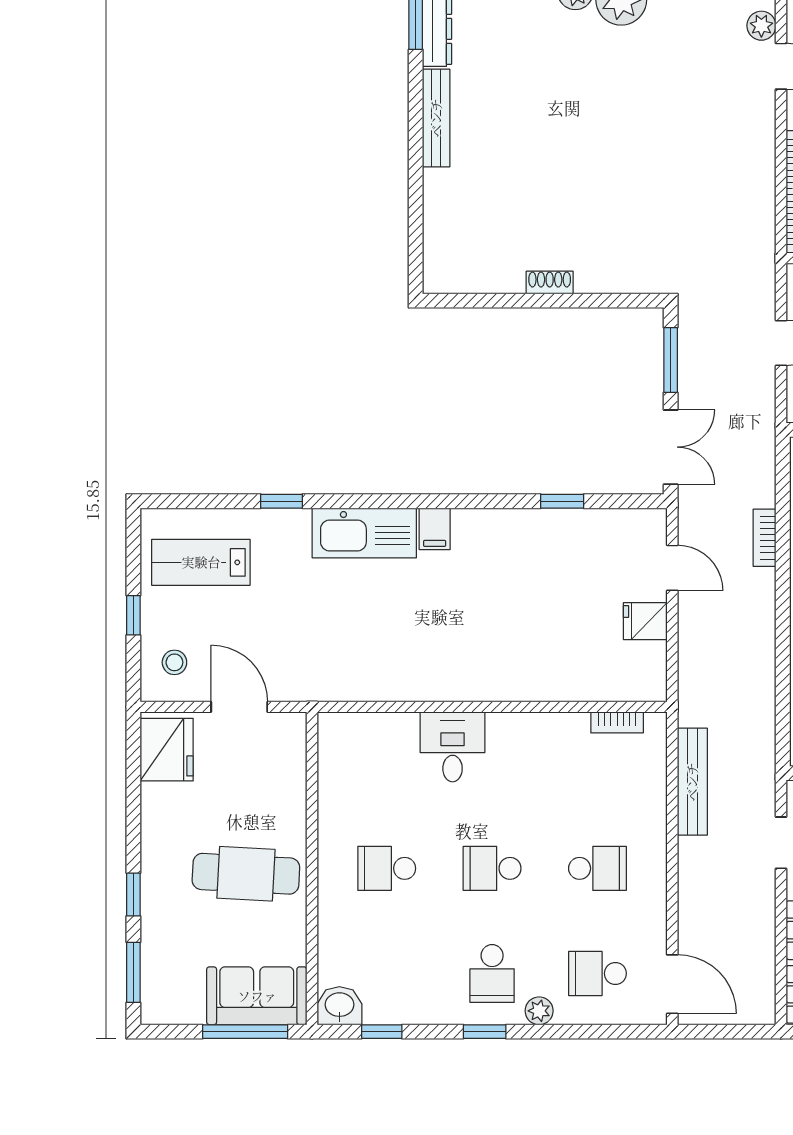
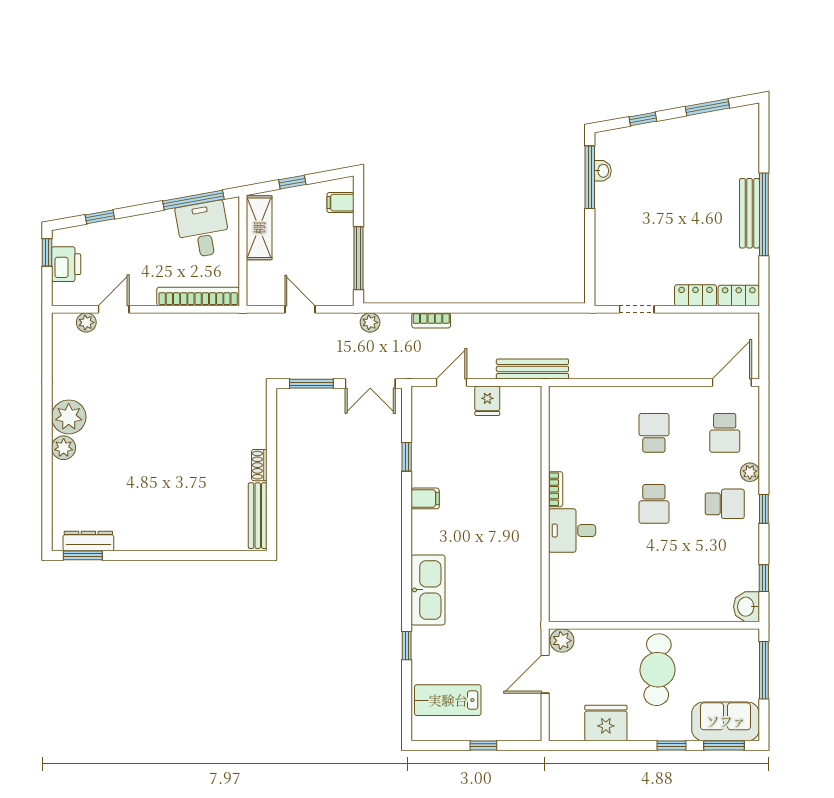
bench: (436, 118) -> (258, 516), moved, turned 90
double door: (671, 447) -> (370, 384), swing flipped
plant: (761, 447) -> (370, 322), added
filing cabinet: (435, 529) -> (425, 498), moved
lab bench: (201, 562) -> (448, 700), turned 90
stool: (174, 662) -> (515, 718), removed
bookcase: (617, 722) -> (556, 489), moved
plant: (289, 732) -> (562, 641), added
fridge: (167, 750) -> (606, 723), moved
bench: (692, 782) -> (532, 369), moved
school desk: (387, 868) -> (654, 575), removed
sofa: (257, 996) -> (726, 721), moved, turned 90

